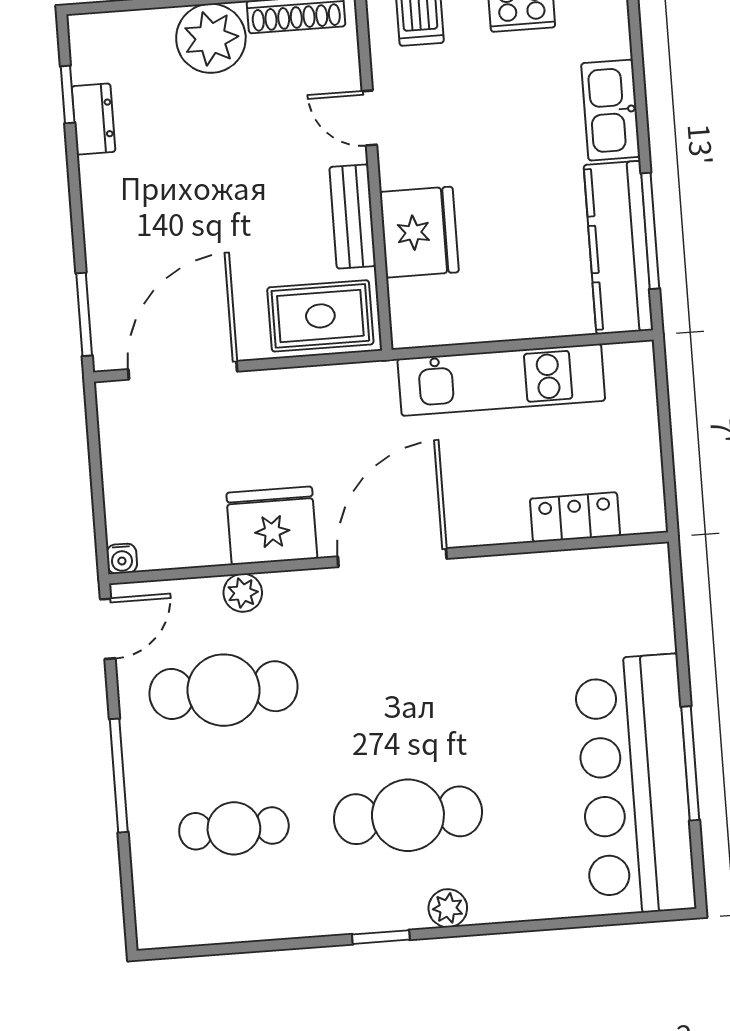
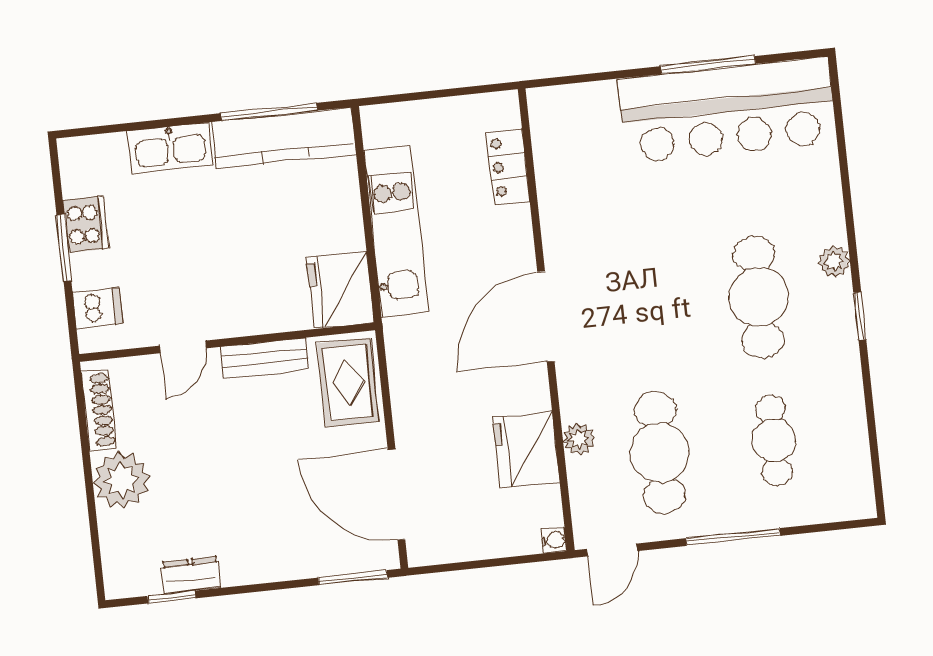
fridge: (419, 232) -> (340, 290), moved, turned -90
fridge: (272, 526) -> (526, 450), moved
door: (392, 558) -> (546, 317), hinge flipped
door: (108, 629) -> (612, 550), swing flipped

